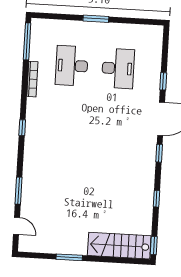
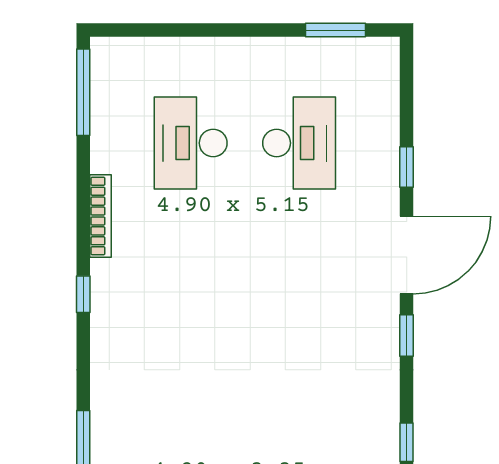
window: (96, 19) -> (336, 30), moved
bookcase: (32, 79) -> (100, 216), moved

